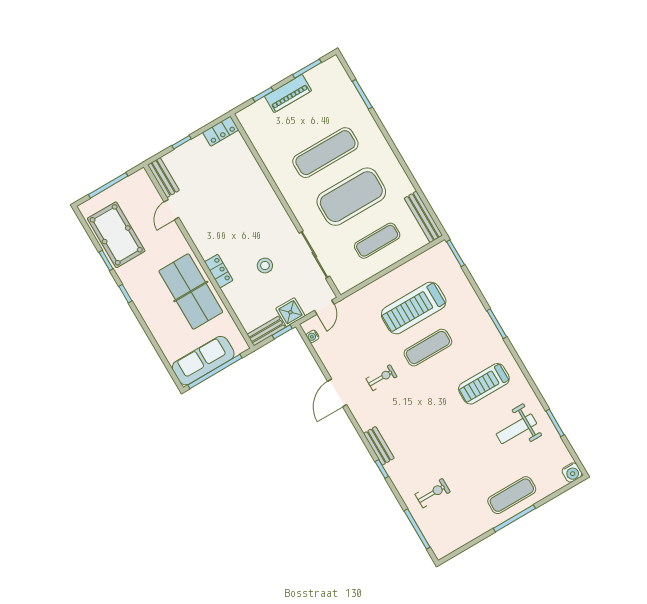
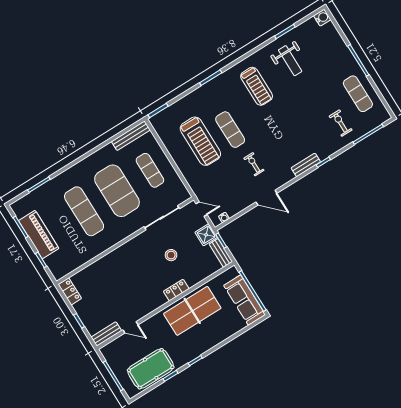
piano: (288, 93) -> (39, 235), width x1.37, depth x1.33
exercise mat: (512, 495) -> (358, 94), moved

